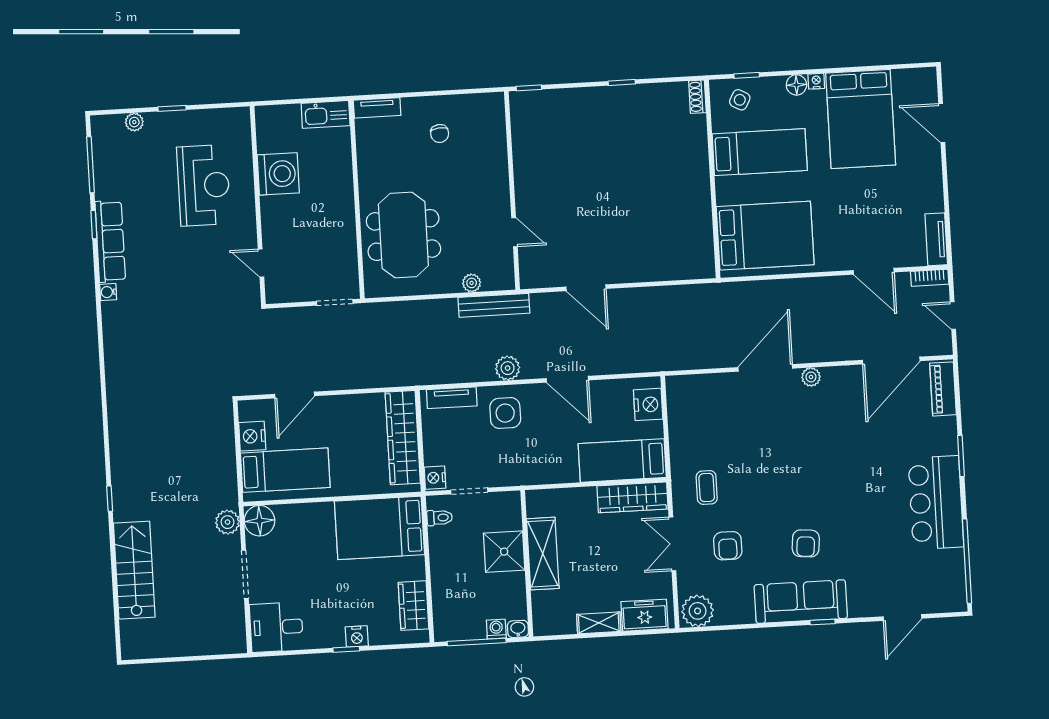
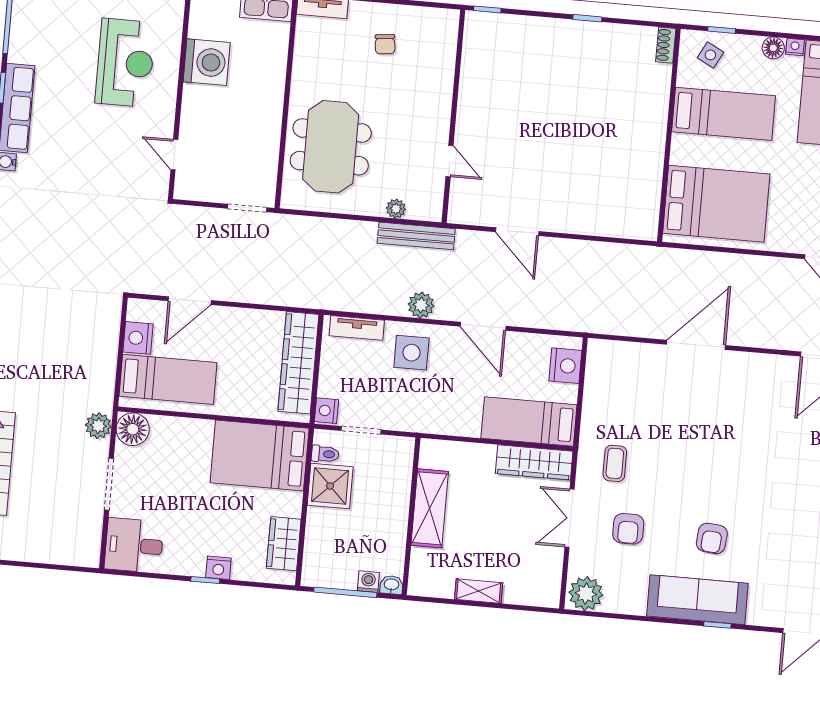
plant: (811, 377) -> (743, 362), removed
shower: (504, 552) -> (330, 486), moved
freezer: (645, 615) -> (529, 590), removed

